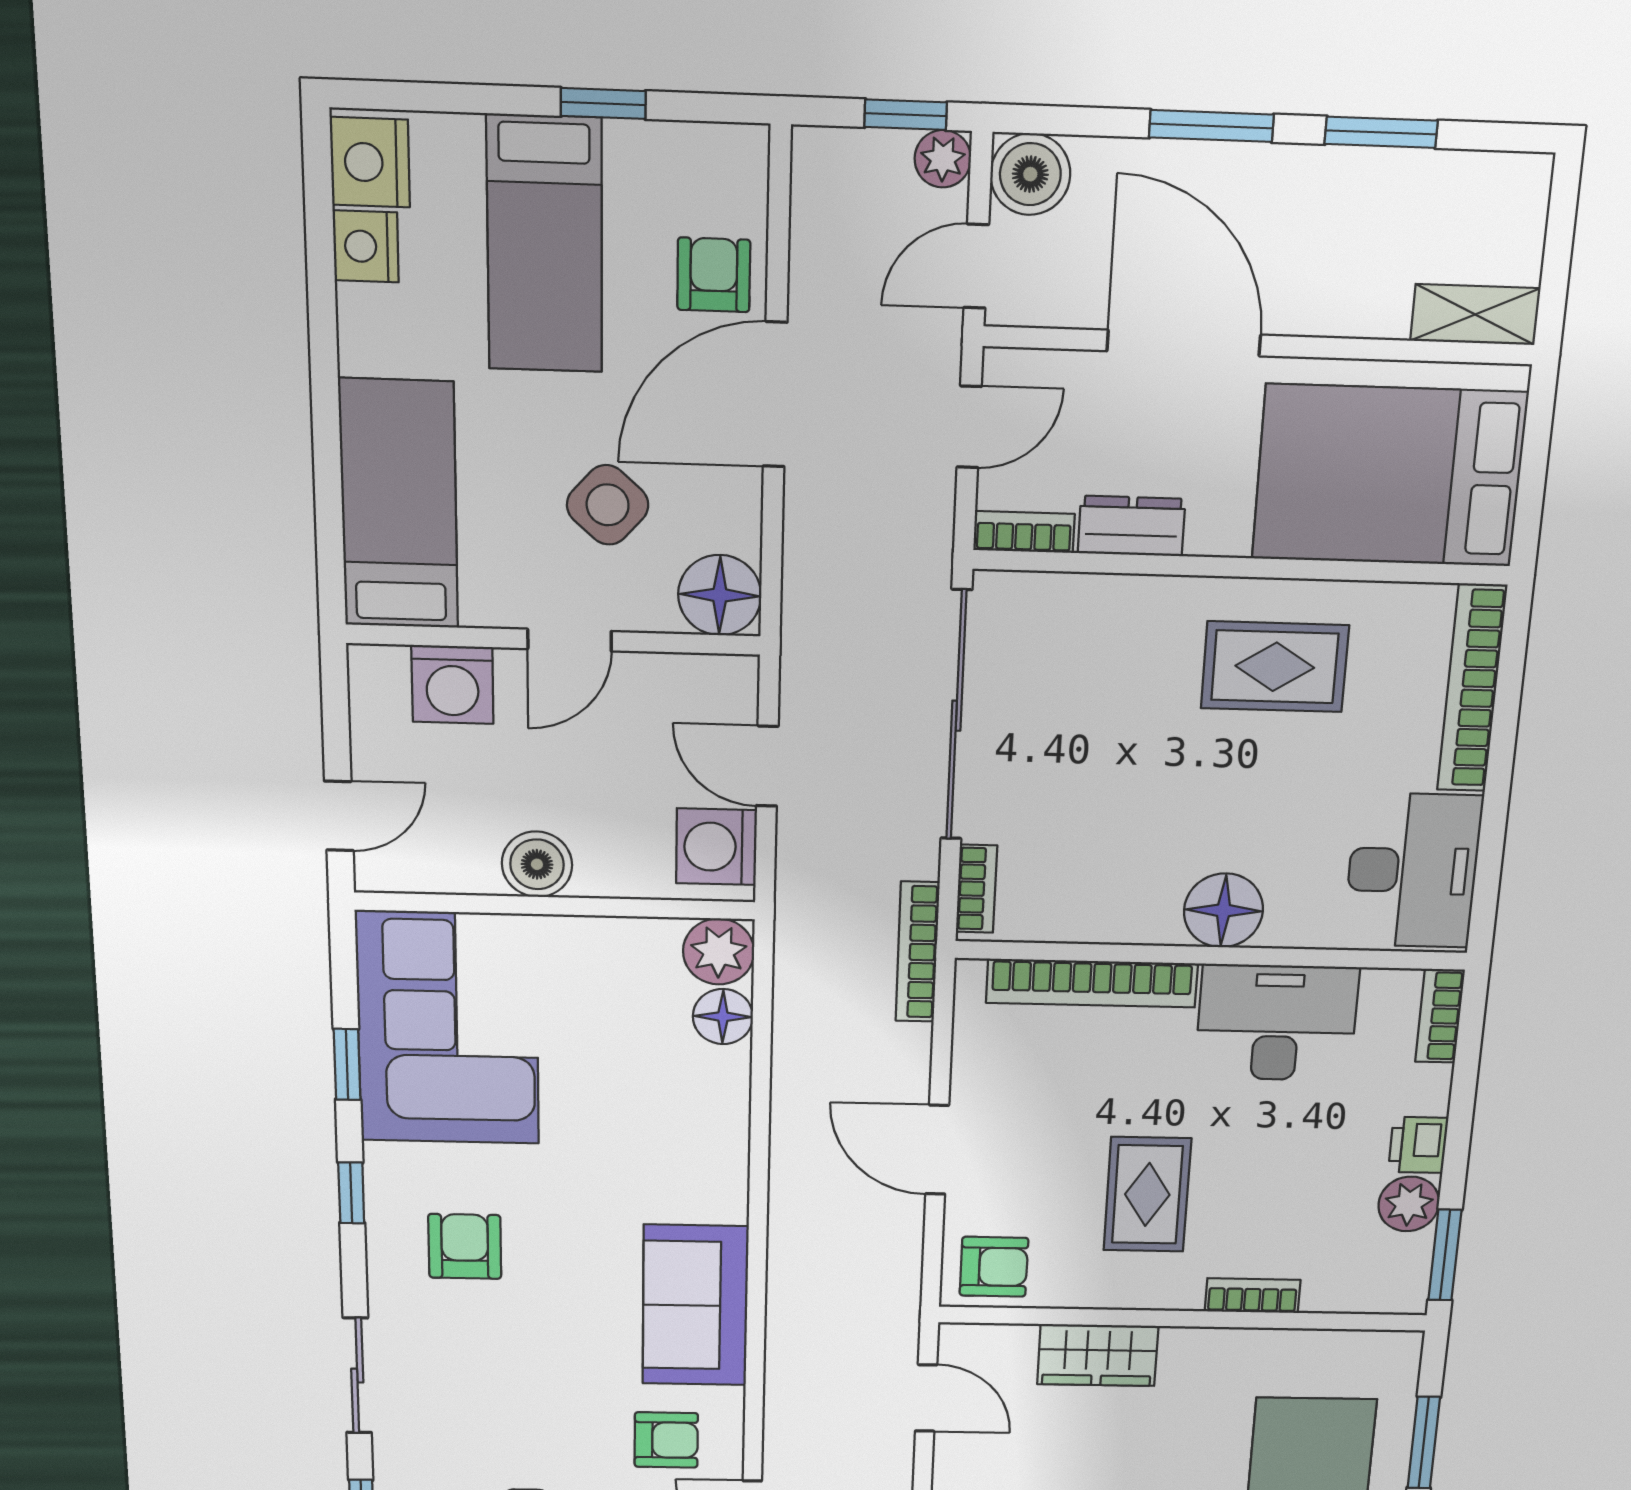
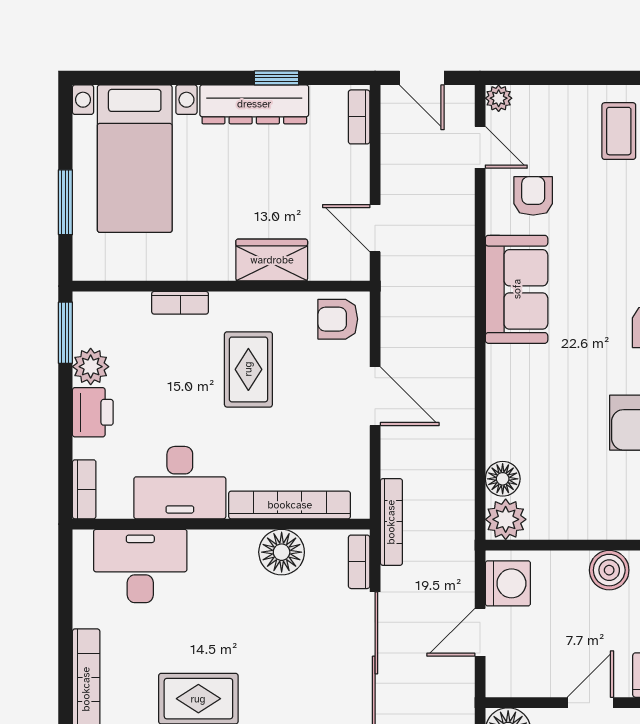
door: (767, 766) -> (480, 632), swing flipped
desk: (1413, 871) -> (140, 566), moved, turned 90
floor lamp: (1223, 910) -> (282, 552), moved
printer: (1418, 1145) -> (93, 412), width x1.36, depth x1.24
armchair: (666, 1440) -> (533, 196), turned 90

